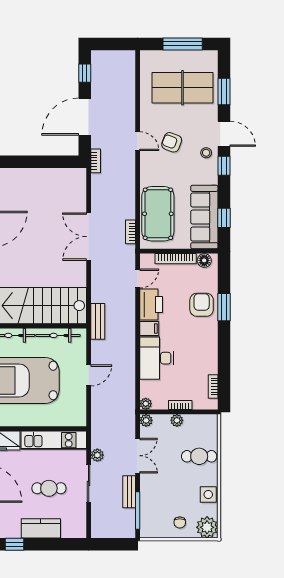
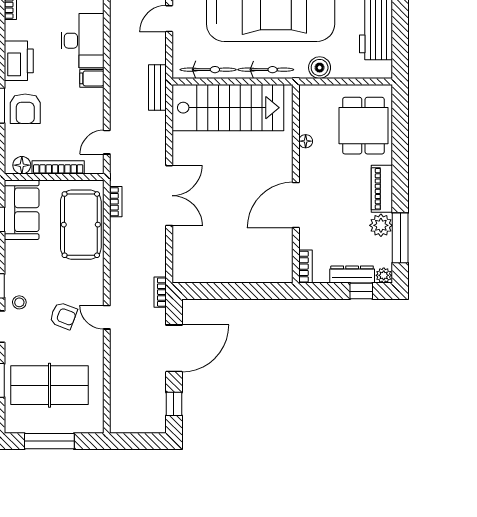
sofa: (204, 217) -> (22, 210), width x0.73
printer: (151, 305) -> (19, 61), moved, turned 180

